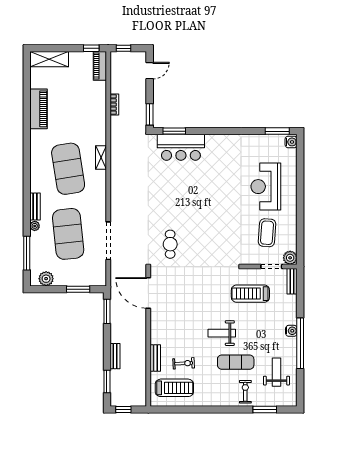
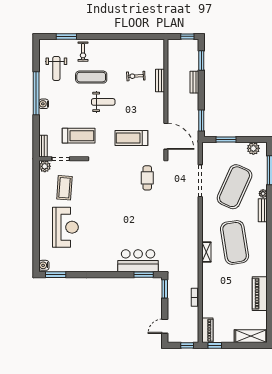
exercise mat: (68, 234) -> (235, 187), turned 30
treadmill: (174, 388) -> (131, 138), moved

